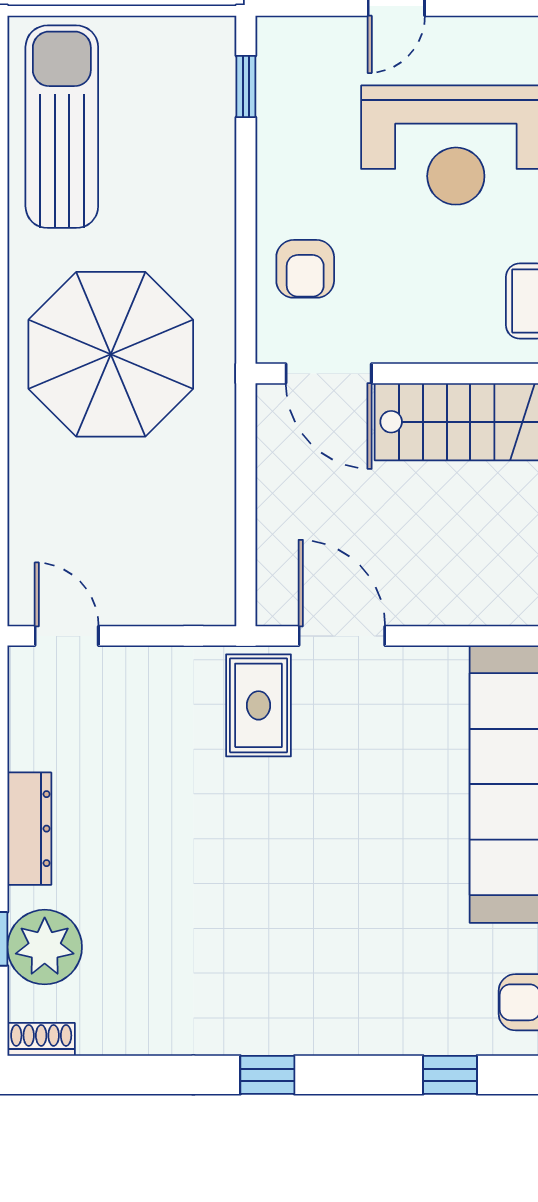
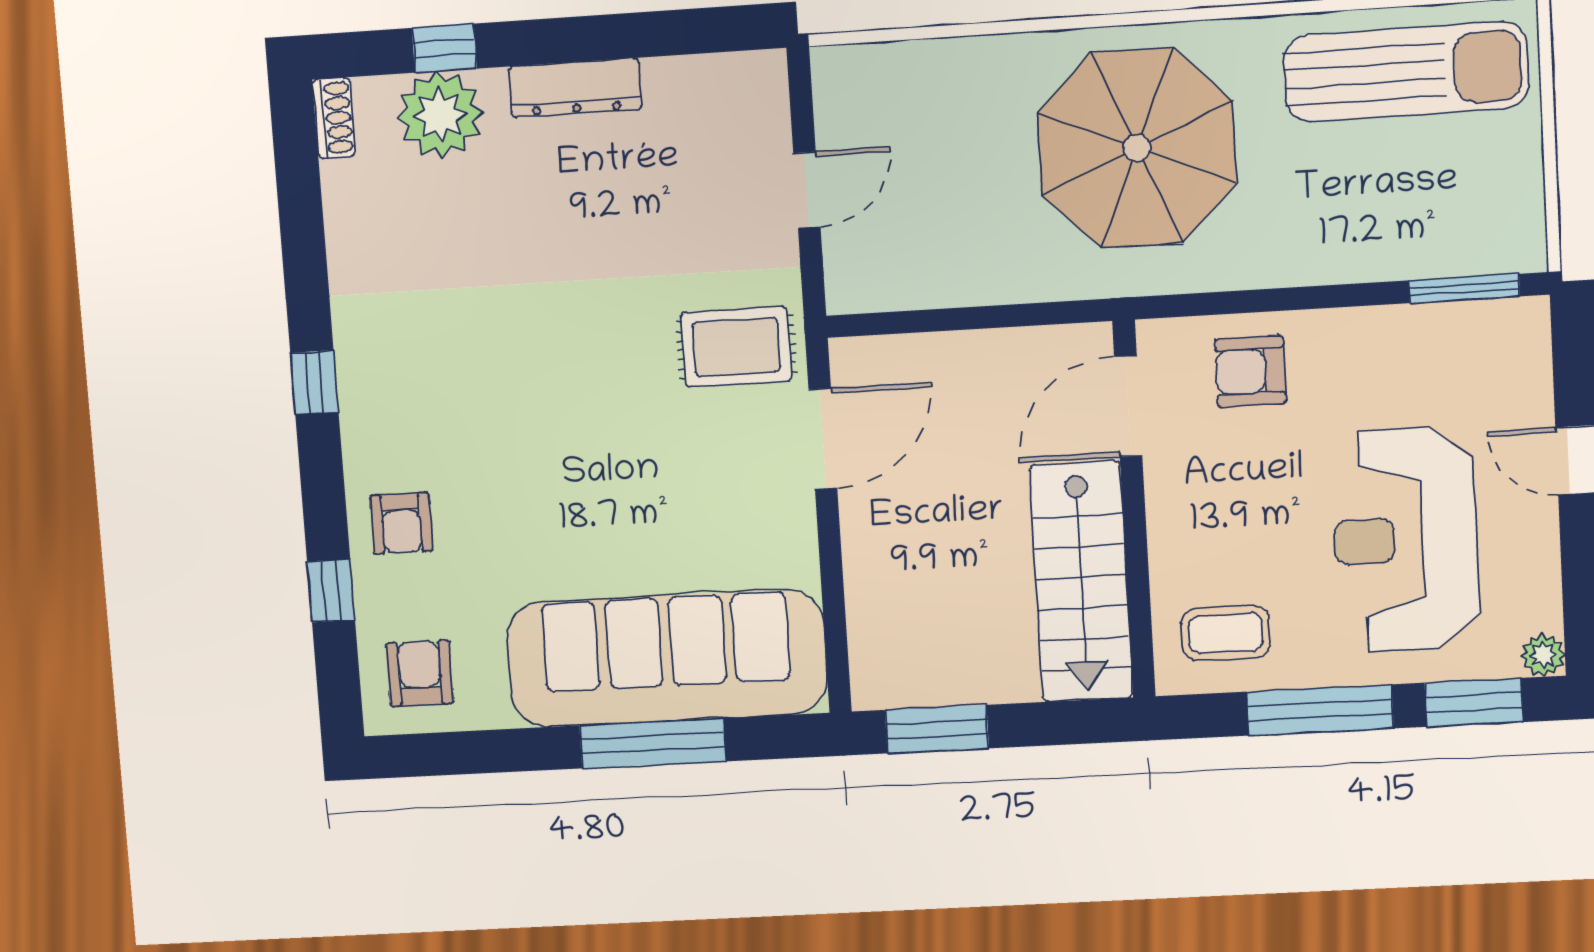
window: (246, 86) -> (1464, 288), width x1.50
door: (67, 636) -> (807, 190), moved
armchair: (394, 1008) -> (401, 523), added

